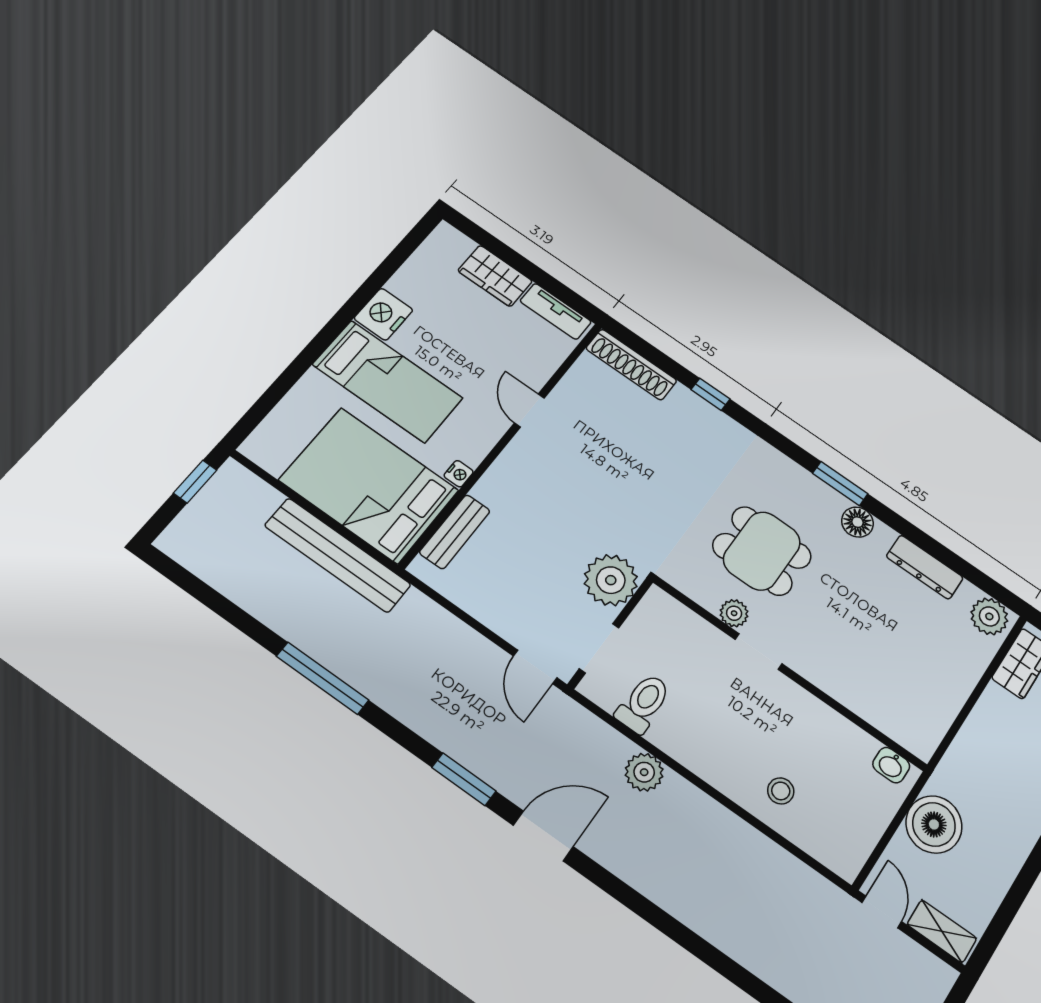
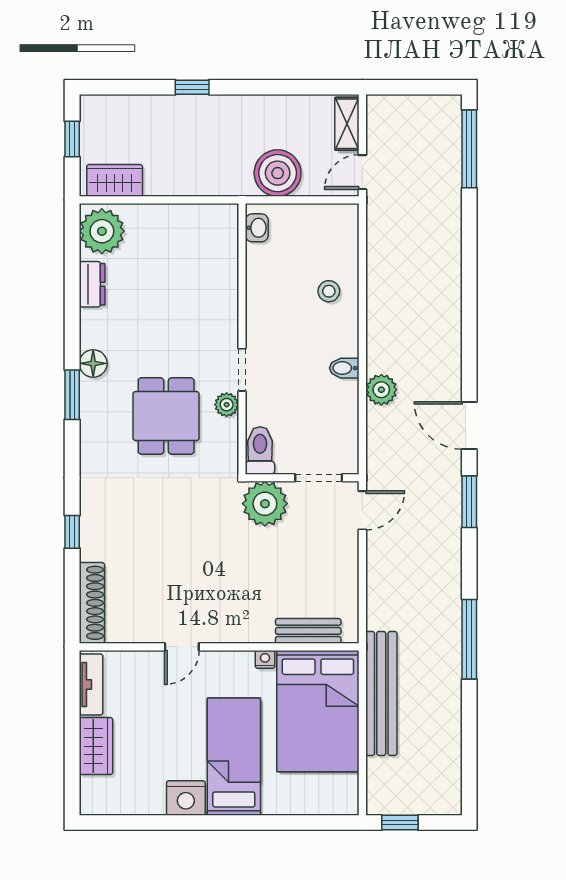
dresser: (925, 567) -> (92, 284), width x0.70
plant: (989, 616) -> (102, 231), width x1.36, depth x1.36
toilet: (643, 703) -> (260, 450), moved, turned 90
bidet: (692, 751) -> (344, 368), added

